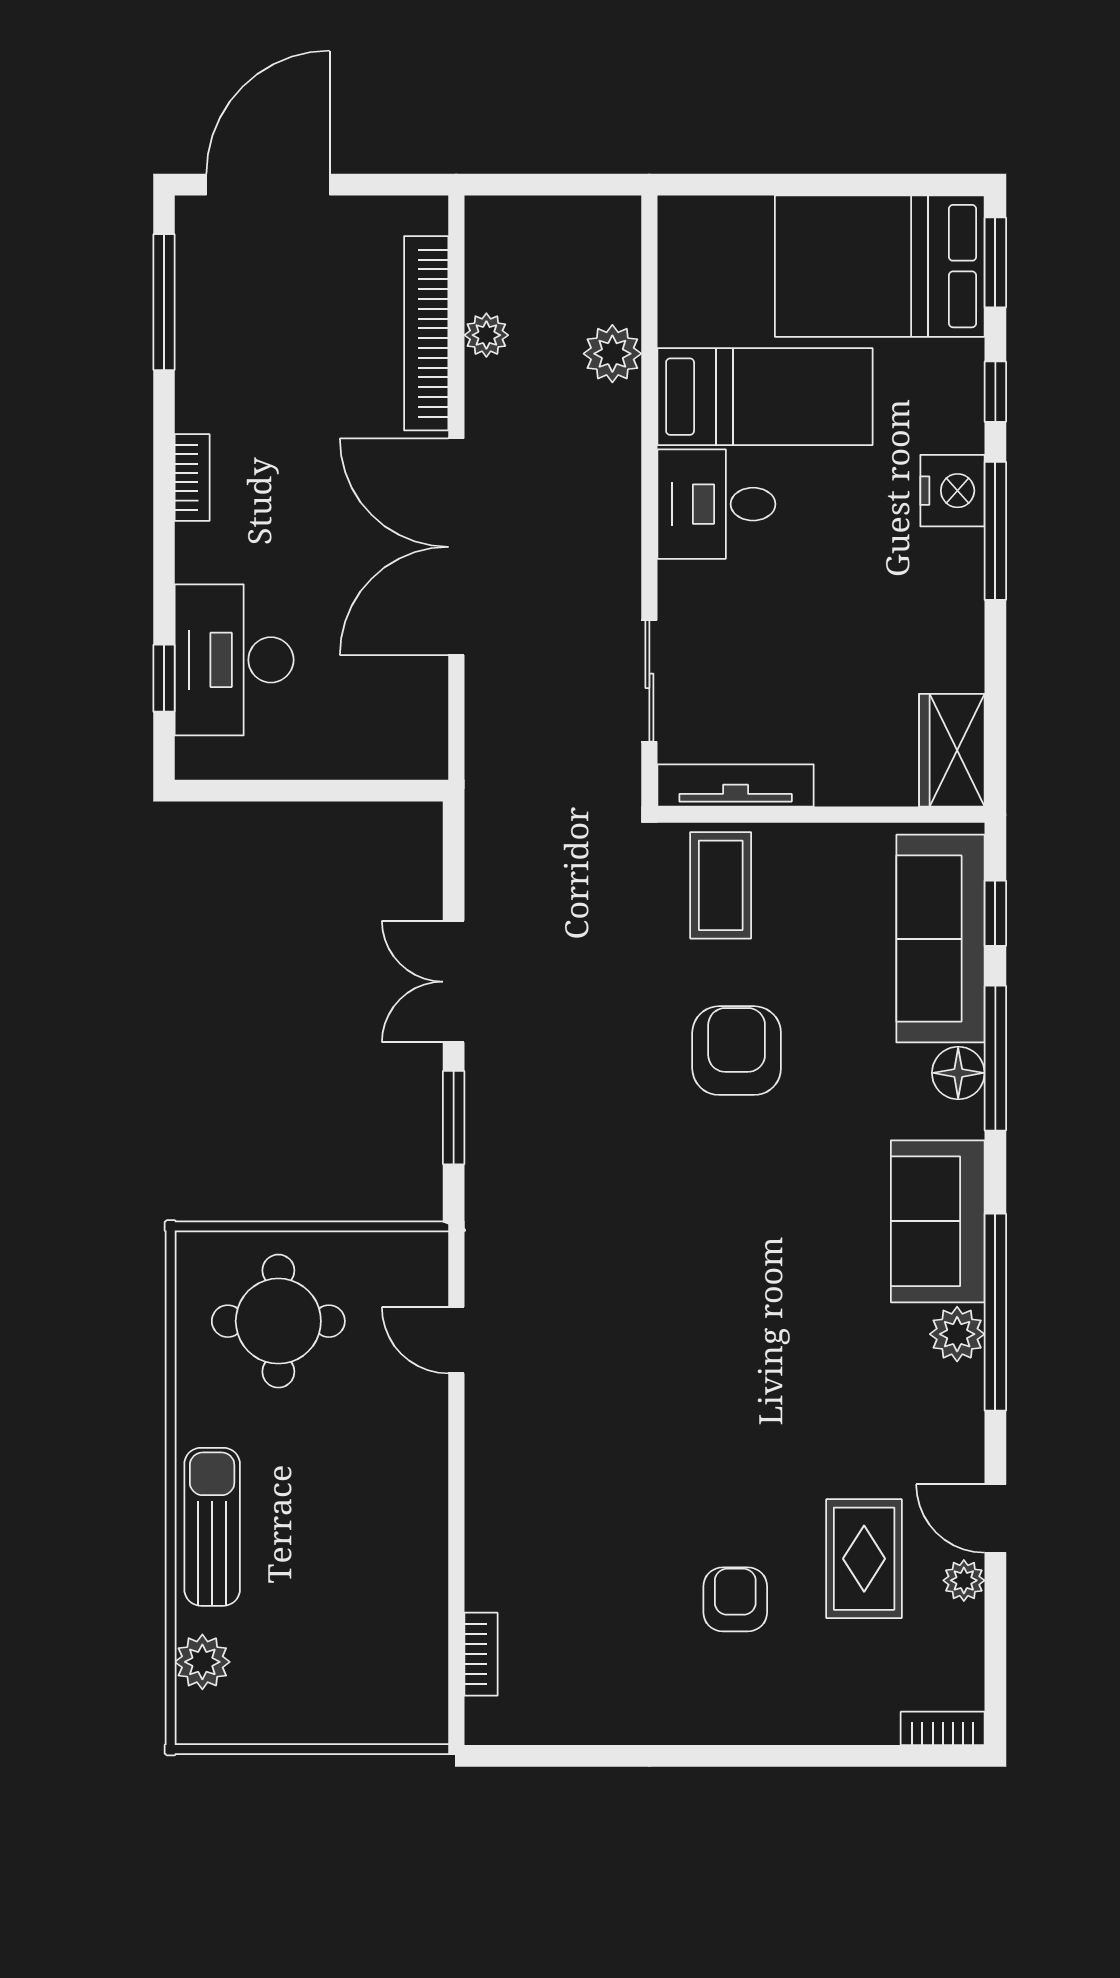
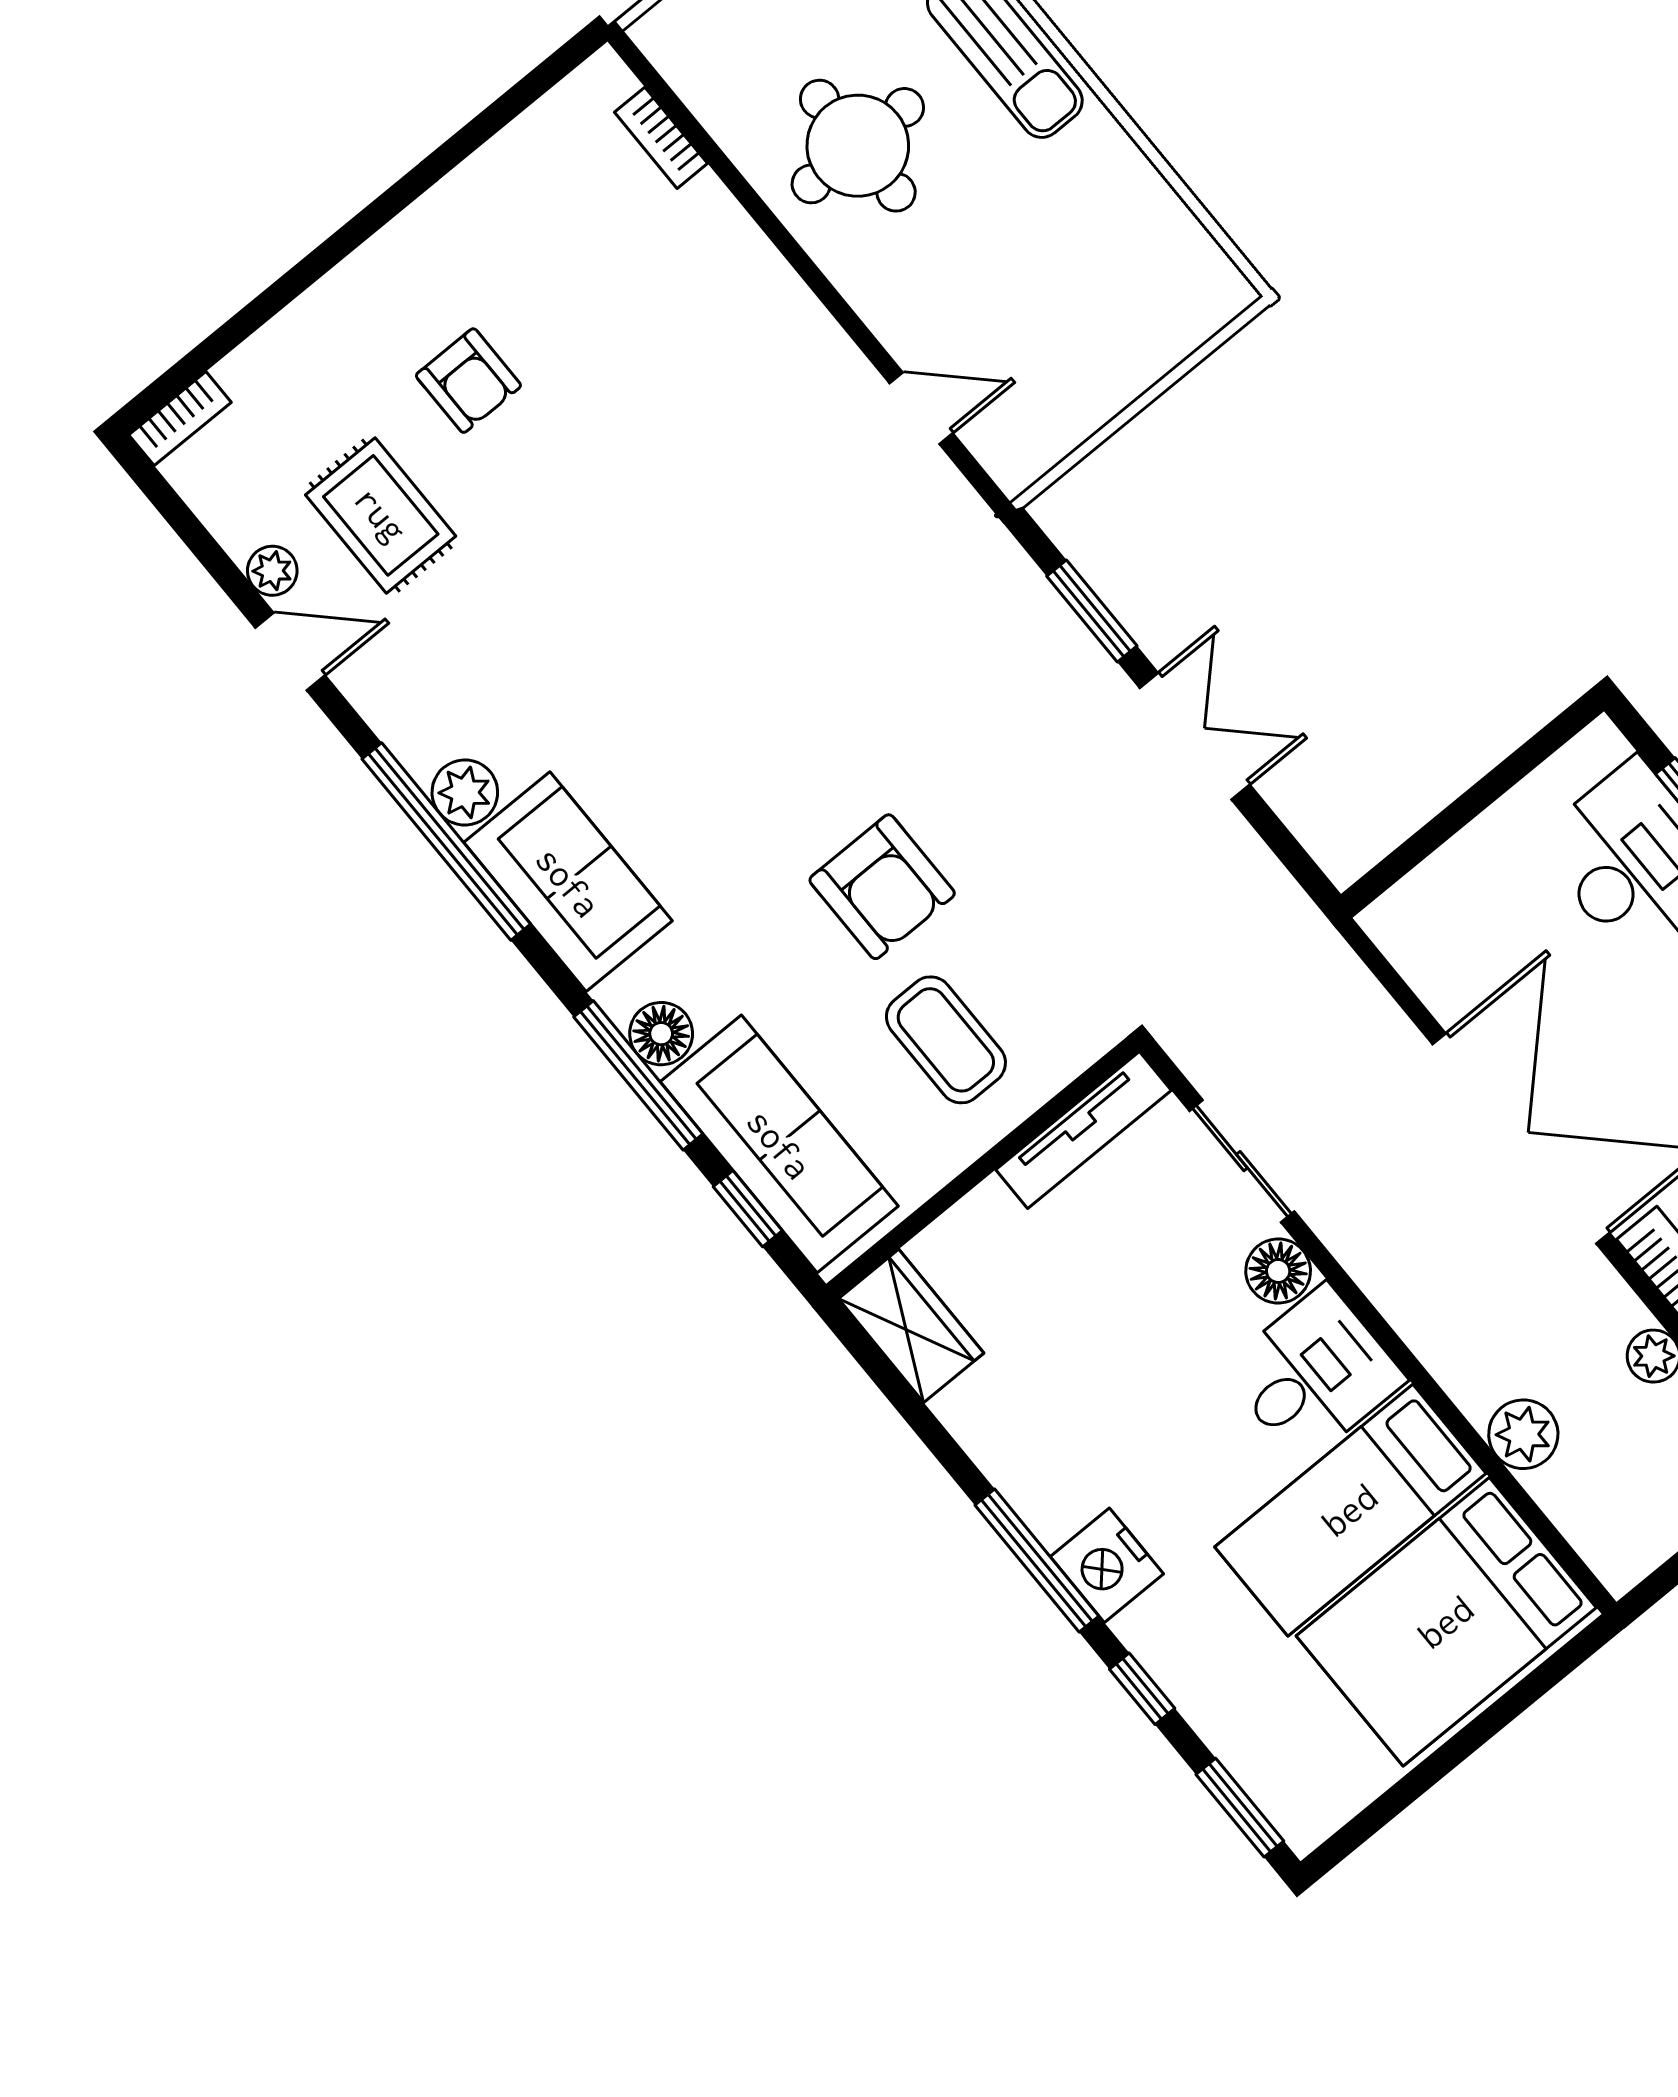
bed: (880, 266) -> (1446, 1622), moved, turned 180
floor lamp: (684, 590) -> (1278, 1271), added
coffee table: (721, 885) -> (946, 1040), moved
round table: (278, 1321) -> (858, 146), moved

